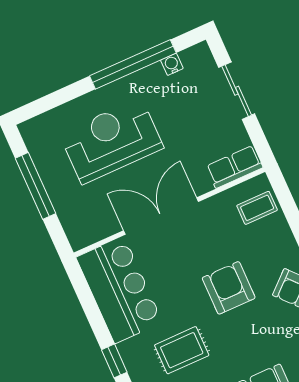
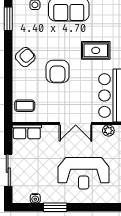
window: (133, 64) -> (55, 207), width x0.47
double door: (161, 216) -> (76, 124), width x0.73
plant: (102, 229) -> (108, 131), added

